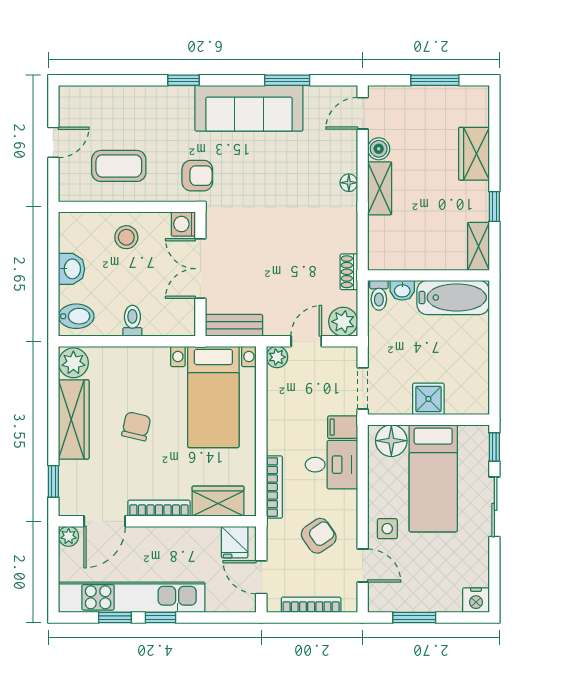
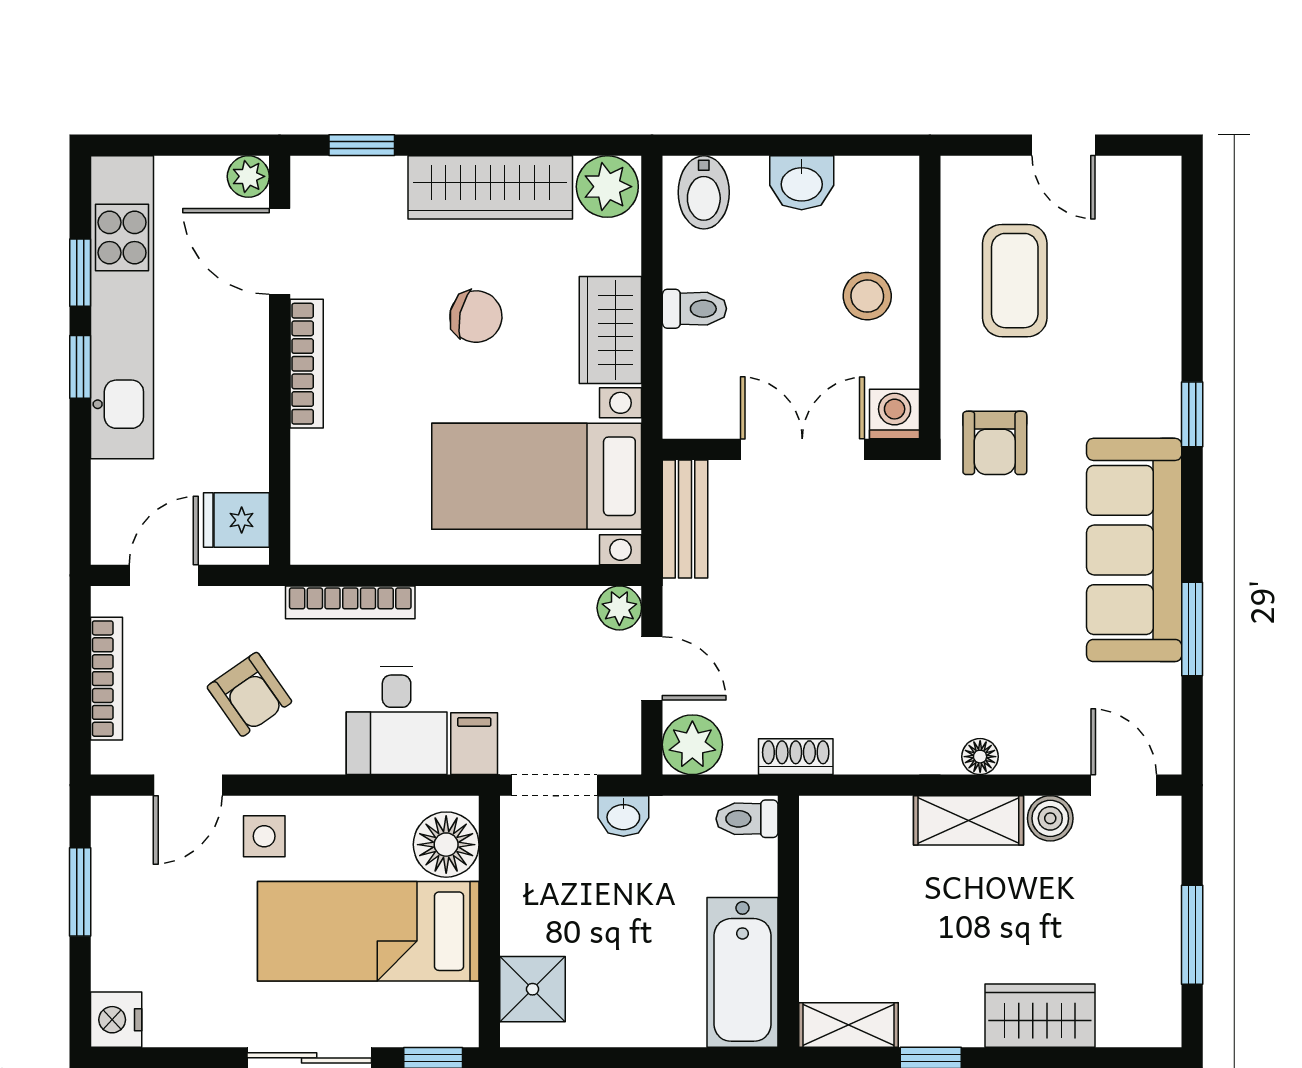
washbasin: (402, 290) -> (623, 816), moved, turned -90
shower: (428, 399) -> (533, 989), moved
wardrobe: (218, 501) -> (610, 330), moved, turned 180

